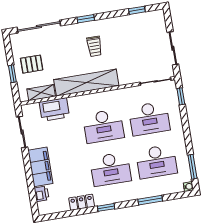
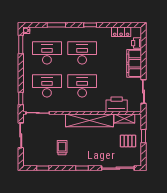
trolley: (94, 46) -> (62, 148), moved
locker: (82, 202) -> (121, 32), moved

